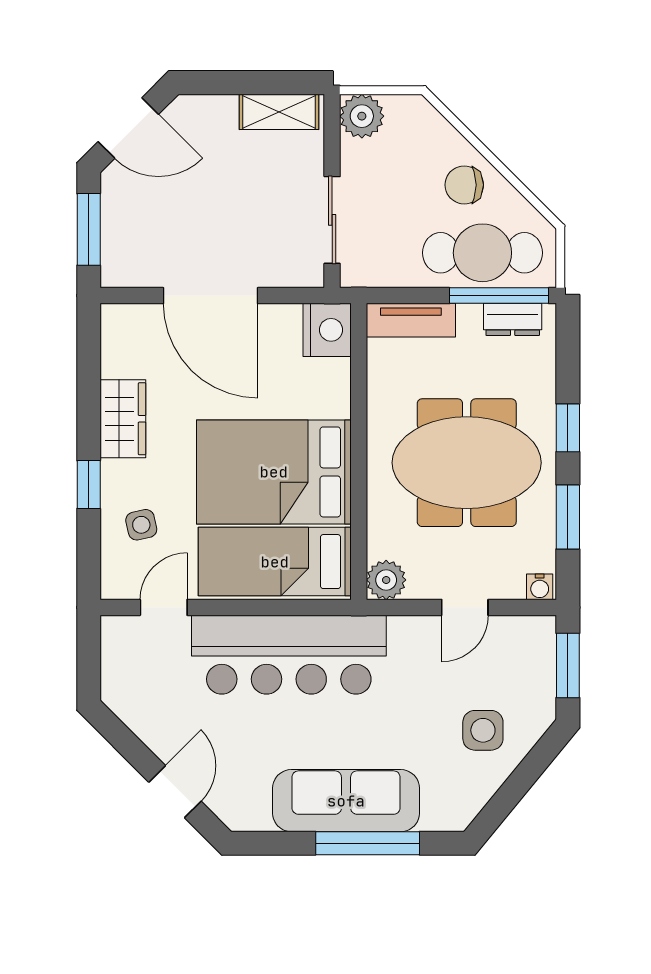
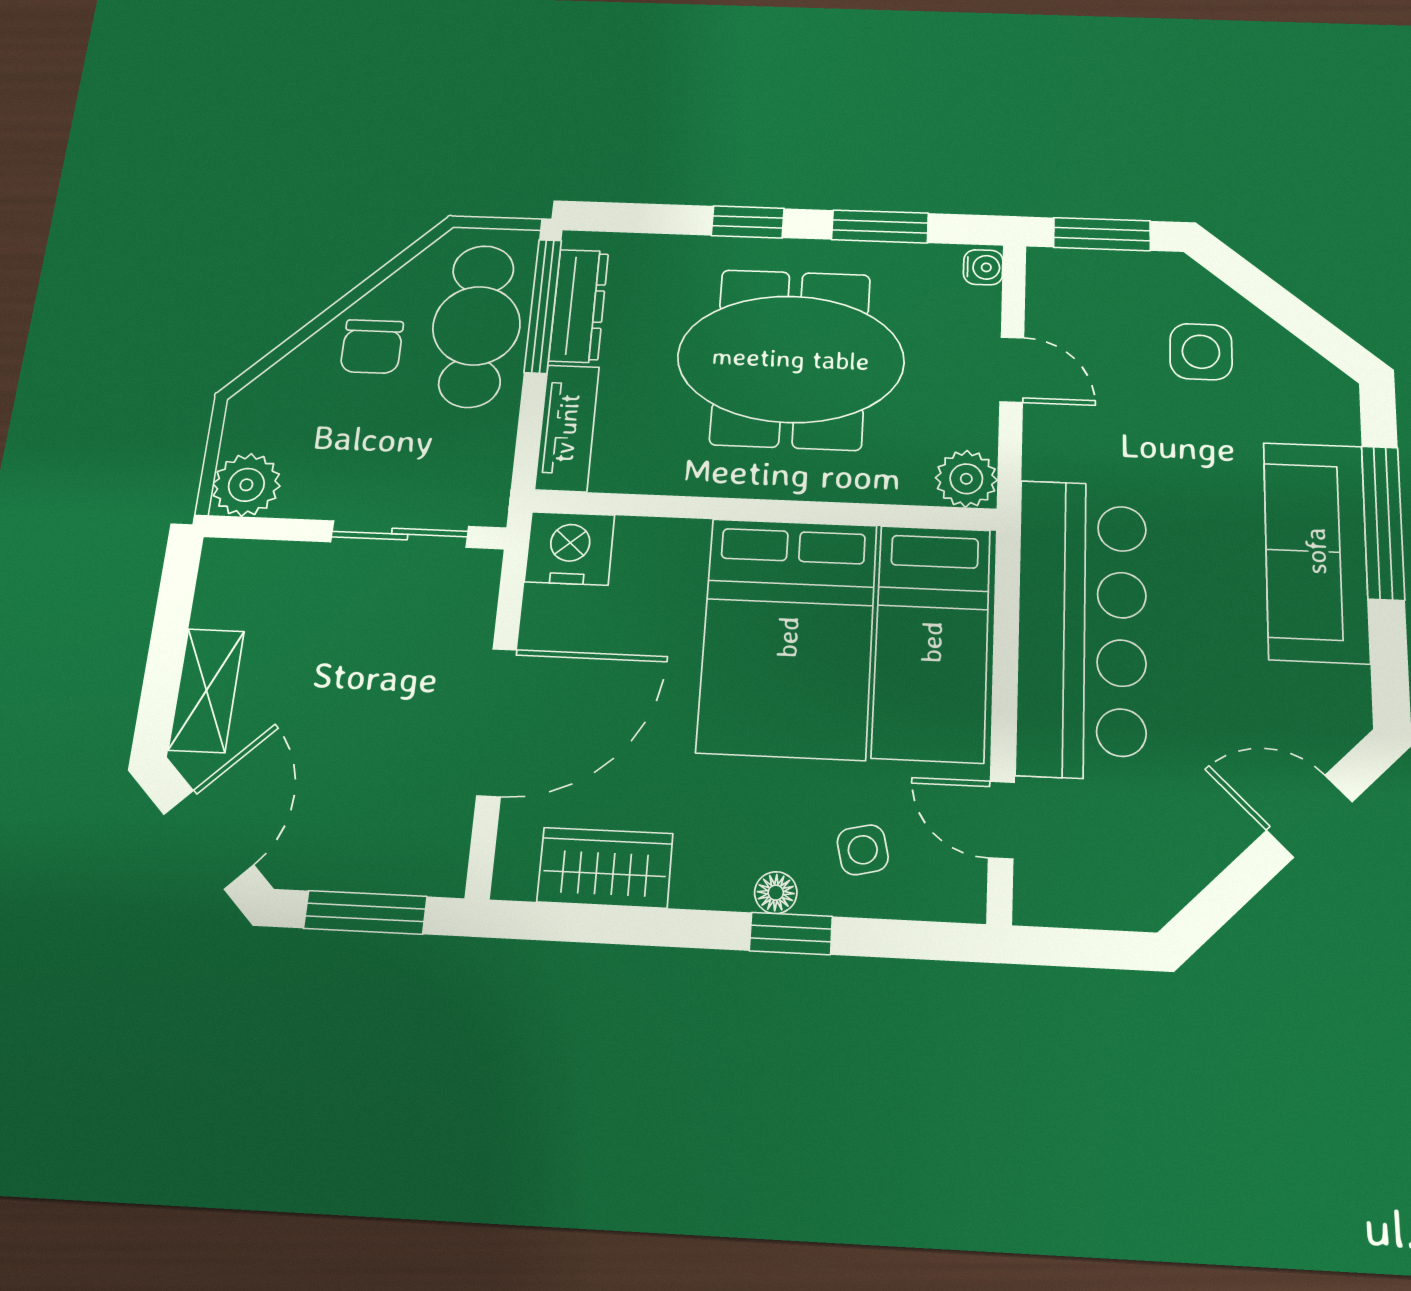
shelving: (279, 112) -> (206, 690), moved
dresser: (513, 319) -> (579, 306), width x1.44
wardrobe: (123, 419) -> (605, 868), moved
meeting table: (467, 463) -> (791, 359), turned 90
floor lamp: (113, 474) -> (776, 893), added

